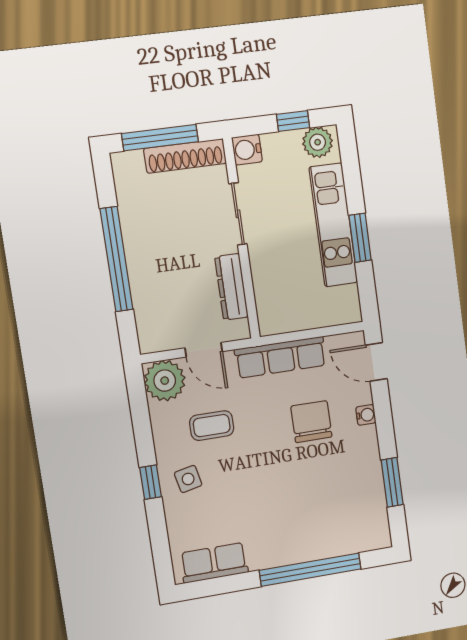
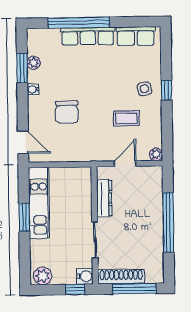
window: (293, 121) -> (75, 289), moved
kitchen unit: (333, 225) -> (39, 203), moved
door: (204, 350) -> (125, 164), hinge flipped
row of seats: (281, 357) -> (88, 36), moved, turned 180
plant: (165, 381) -> (156, 154), width x0.53, depth x0.53
water cooler: (366, 415) -> (33, 89), moved
plant: (375, 494) -> (34, 63), added

